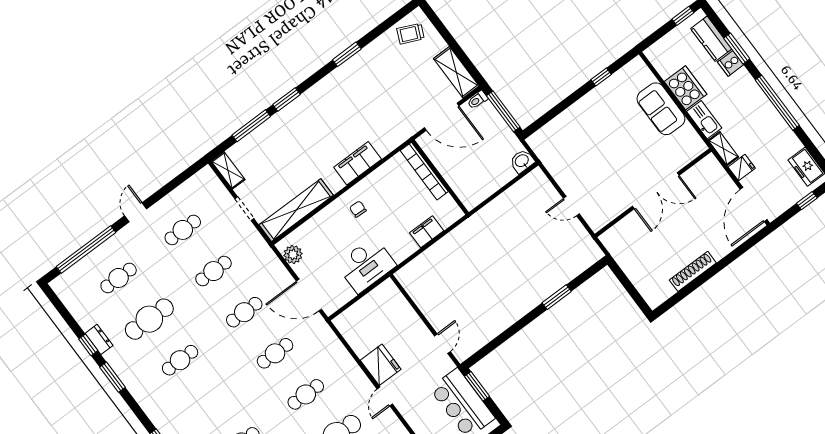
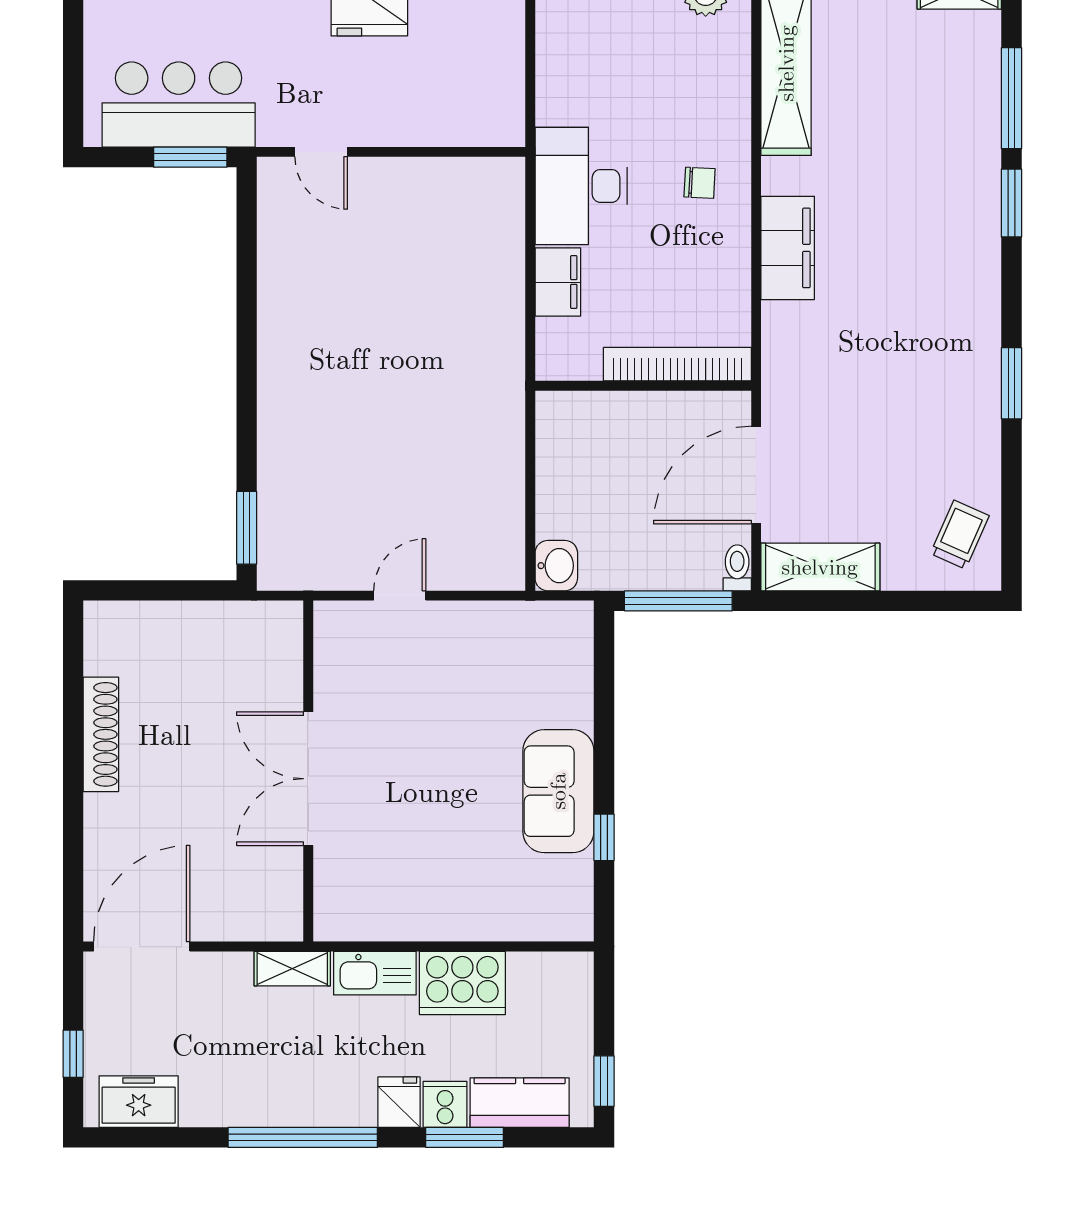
sofa: (661, 109) -> (558, 791), moved, turned -90
fridge: (742, 168) -> (399, 1102), moved, turned 180
door: (754, 205) -> (142, 947), hinge flipped
desk: (366, 265) -> (581, 186), moved
window: (557, 297) -> (247, 528), moved

